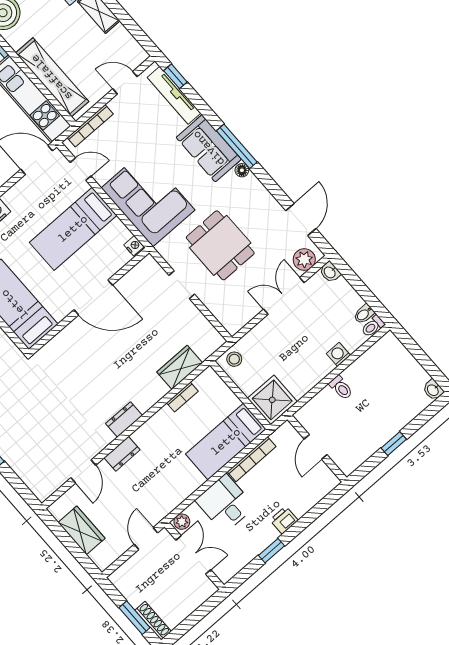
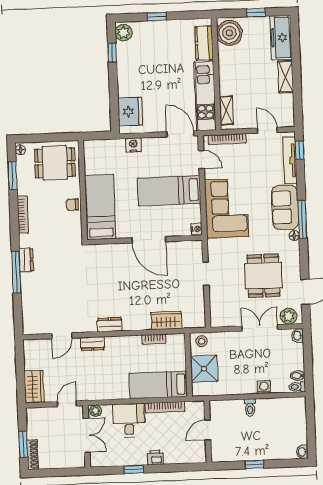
shelving: (52, 77) -> (226, 110), width x0.45, depth x0.75
dining table: (220, 245) -> (263, 276), moved
shower: (272, 400) -> (204, 369), moved
wardrobe: (81, 530) -> (34, 387), moved

